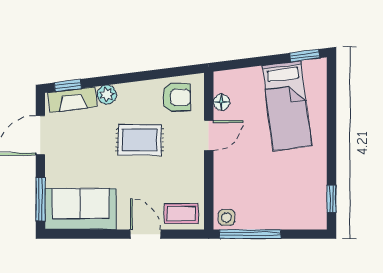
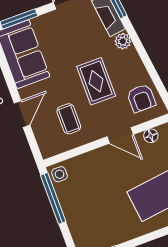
coffee table: (181, 214) -> (69, 119), moved

